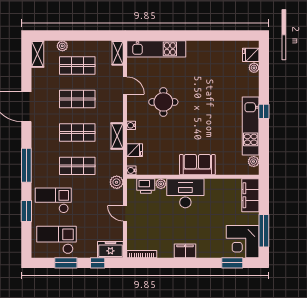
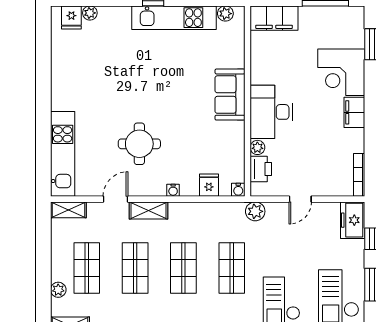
shelving: (117, 136) -> (149, 210), moved
corner desk: (243, 242) -> (341, 72), moved, turned 90

